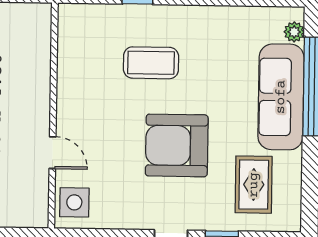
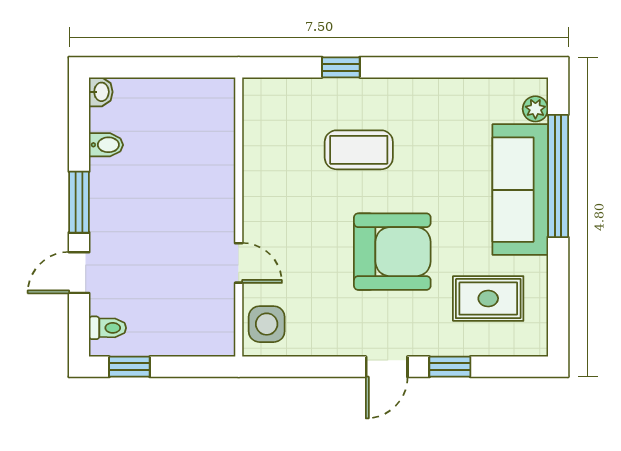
armchair: (177, 145) -> (392, 252), turned 180
rug: (254, 185) -> (488, 298), turned 90

